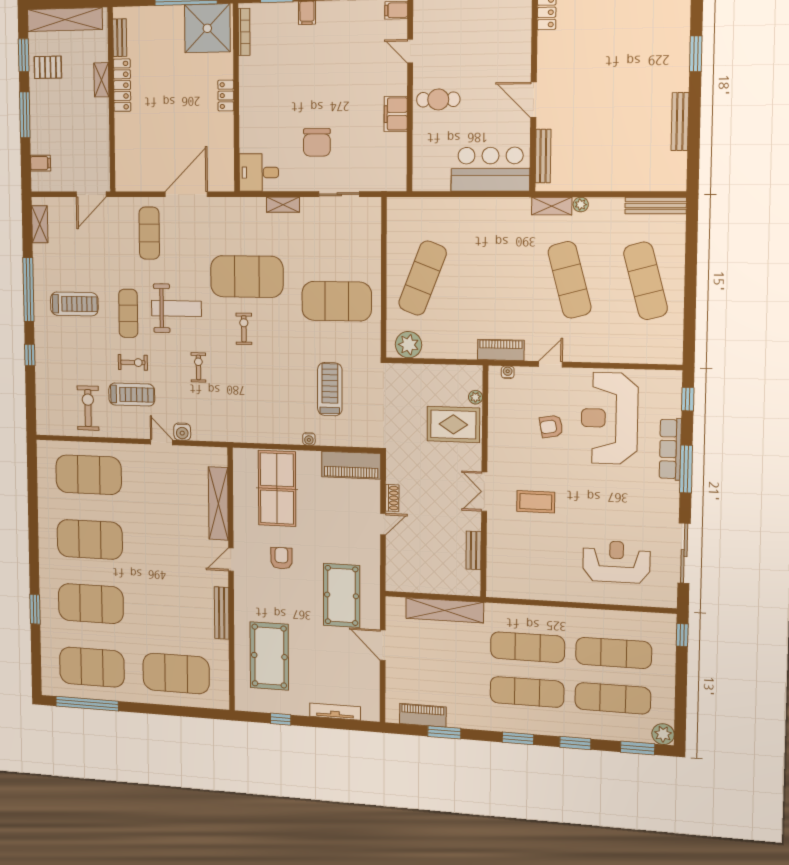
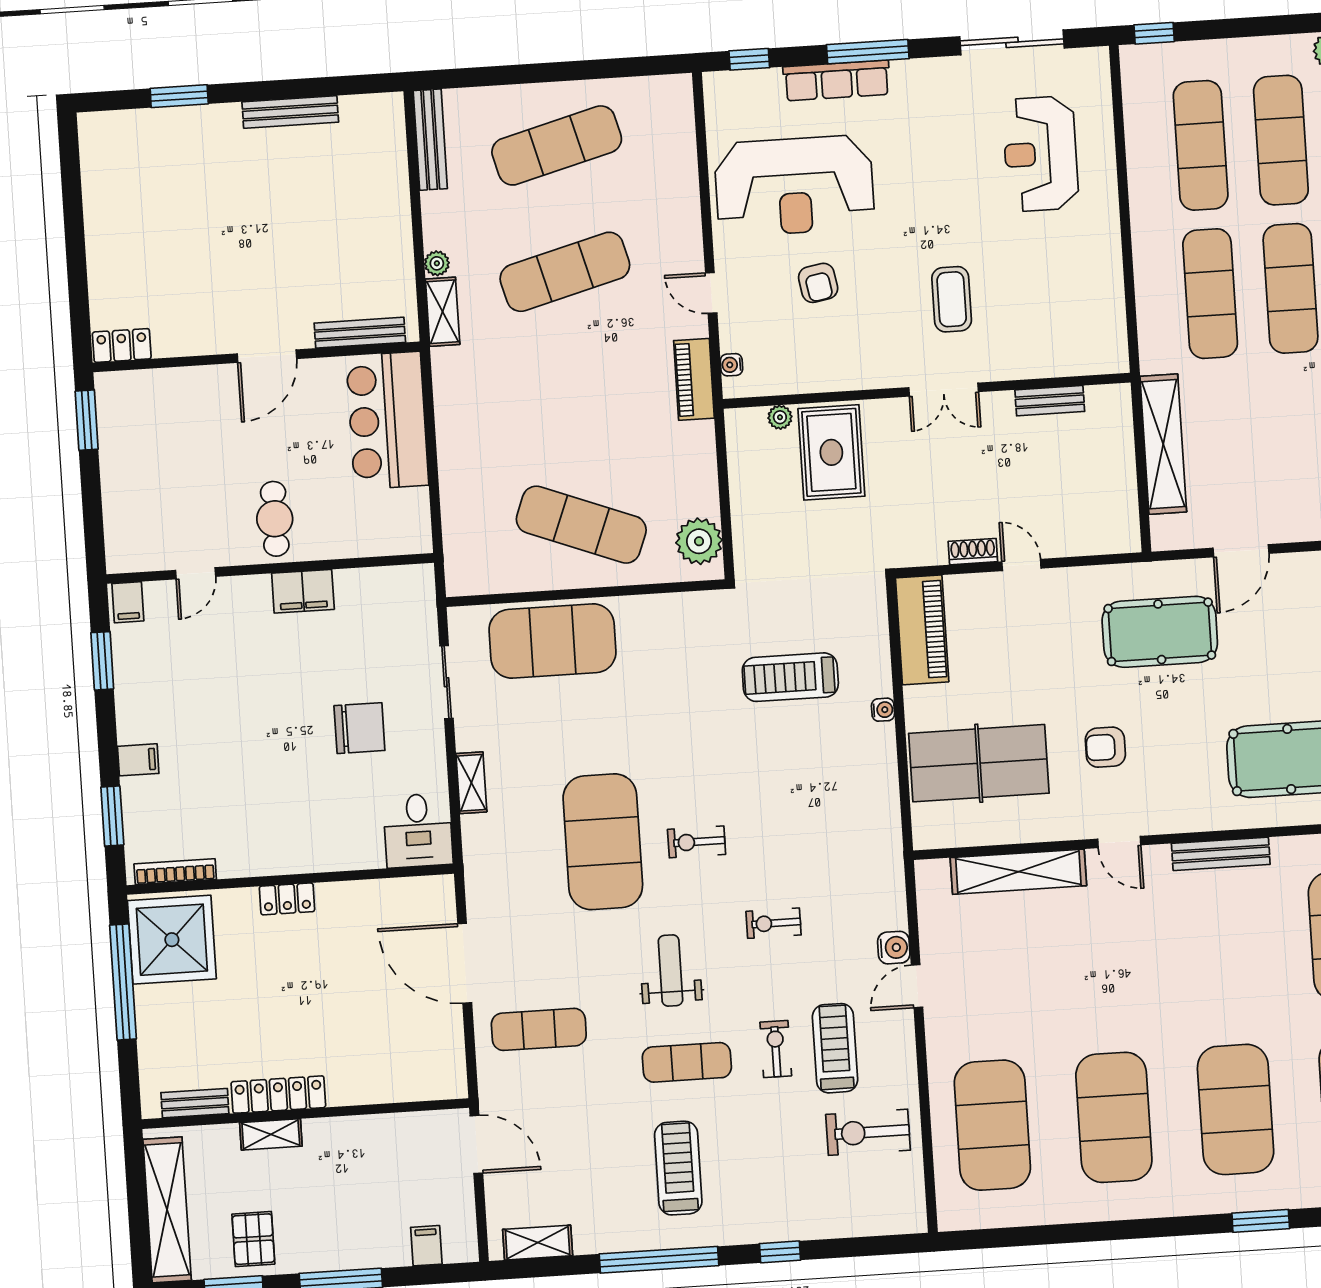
exercise mat: (337, 301) -> (552, 641), moved, turned 90
weight bench: (176, 308) -> (670, 971), width x0.73, depth x0.75

